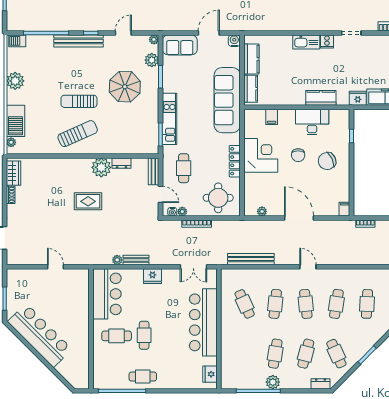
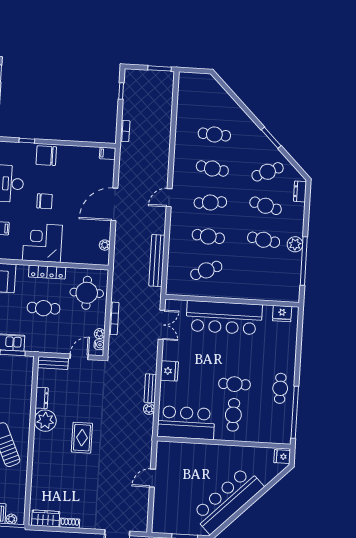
chair: (327, 161) -> (46, 156), moved, turned 116
cafe table: (184, 168) -> (44, 308), moved
fridge: (82, 382) -> (282, 457), added

